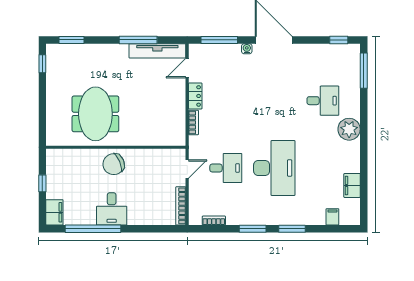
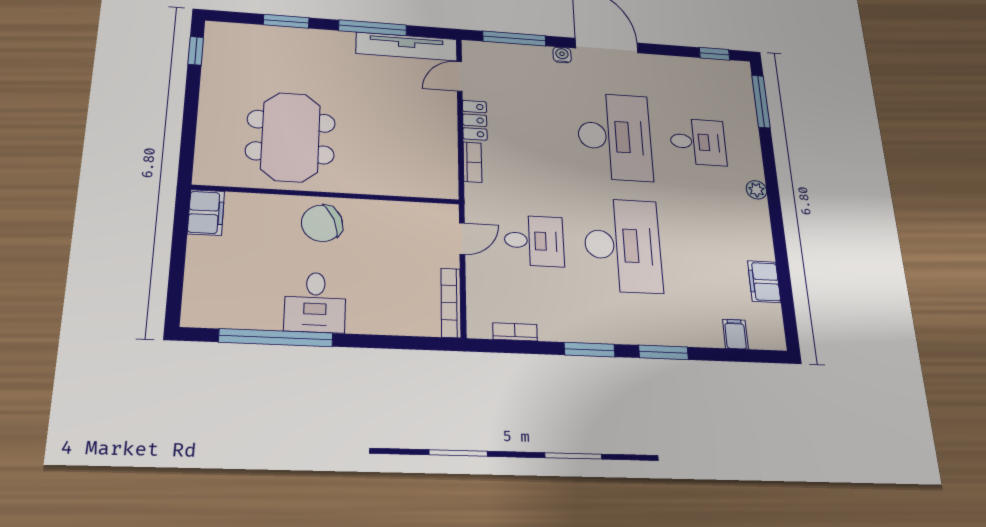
window: (71, 40) -> (286, 21), moved
desk: (274, 101) -> (615, 137), added
plant: (349, 129) -> (756, 190), width x0.53, depth x0.53
window: (42, 183) -> (179, 250), removed
filing cabinet: (54, 212) -> (206, 213), moved

